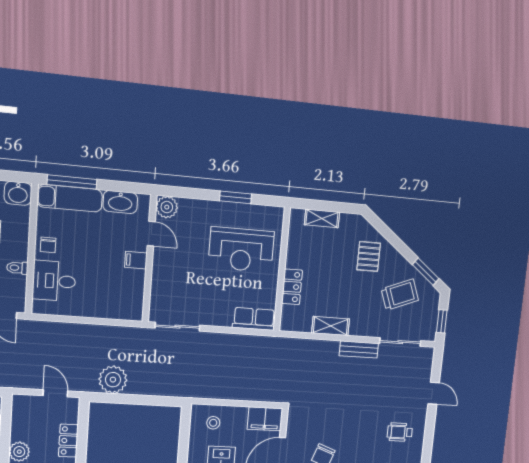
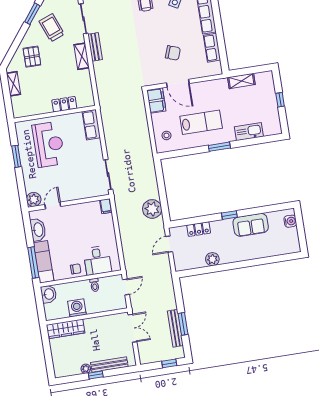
shelving: (322, 218) -> (13, 84), moved
pallet: (369, 256) -> (32, 57), turned 90
filing cabinet: (136, 260) -> (106, 206), moved
shelving: (331, 326) -> (82, 56), moved

